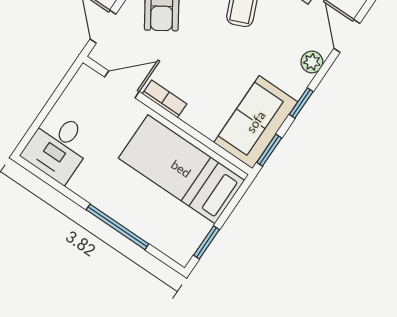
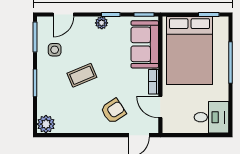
plant: (312, 62) -> (102, 23), moved
sofa: (256, 122) -> (145, 44), moved, turned 90
bed: (181, 169) -> (190, 51), width x1.50

